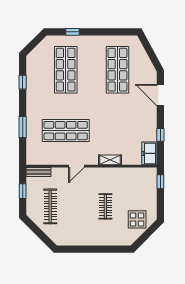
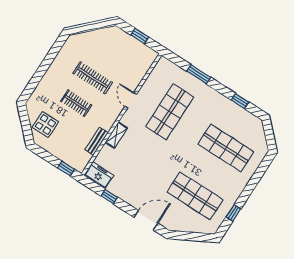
window: (73, 32) -> (233, 213), moved
bench: (39, 172) -> (97, 141), moved
clothes rail: (50, 206) -> (93, 78), moved

